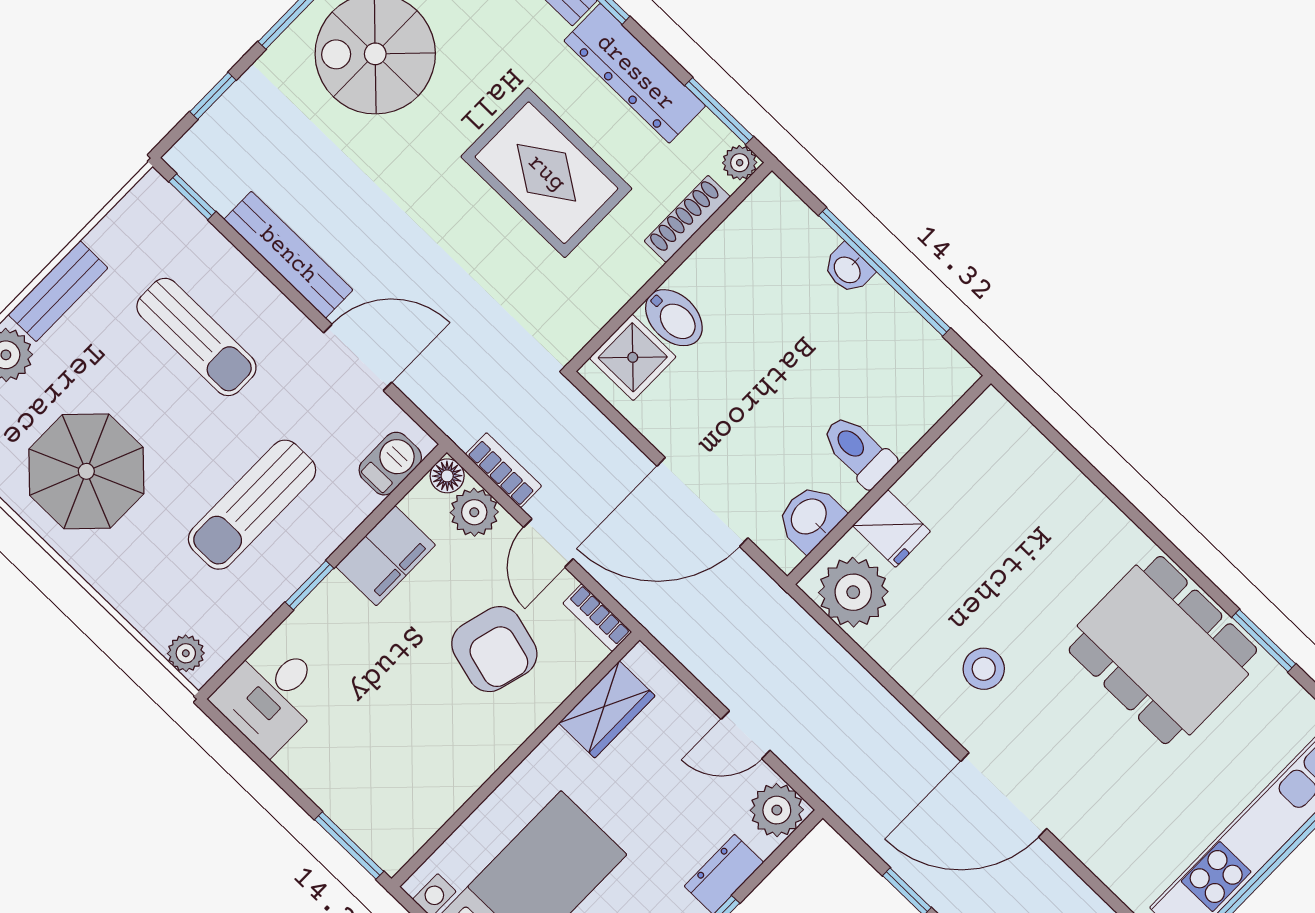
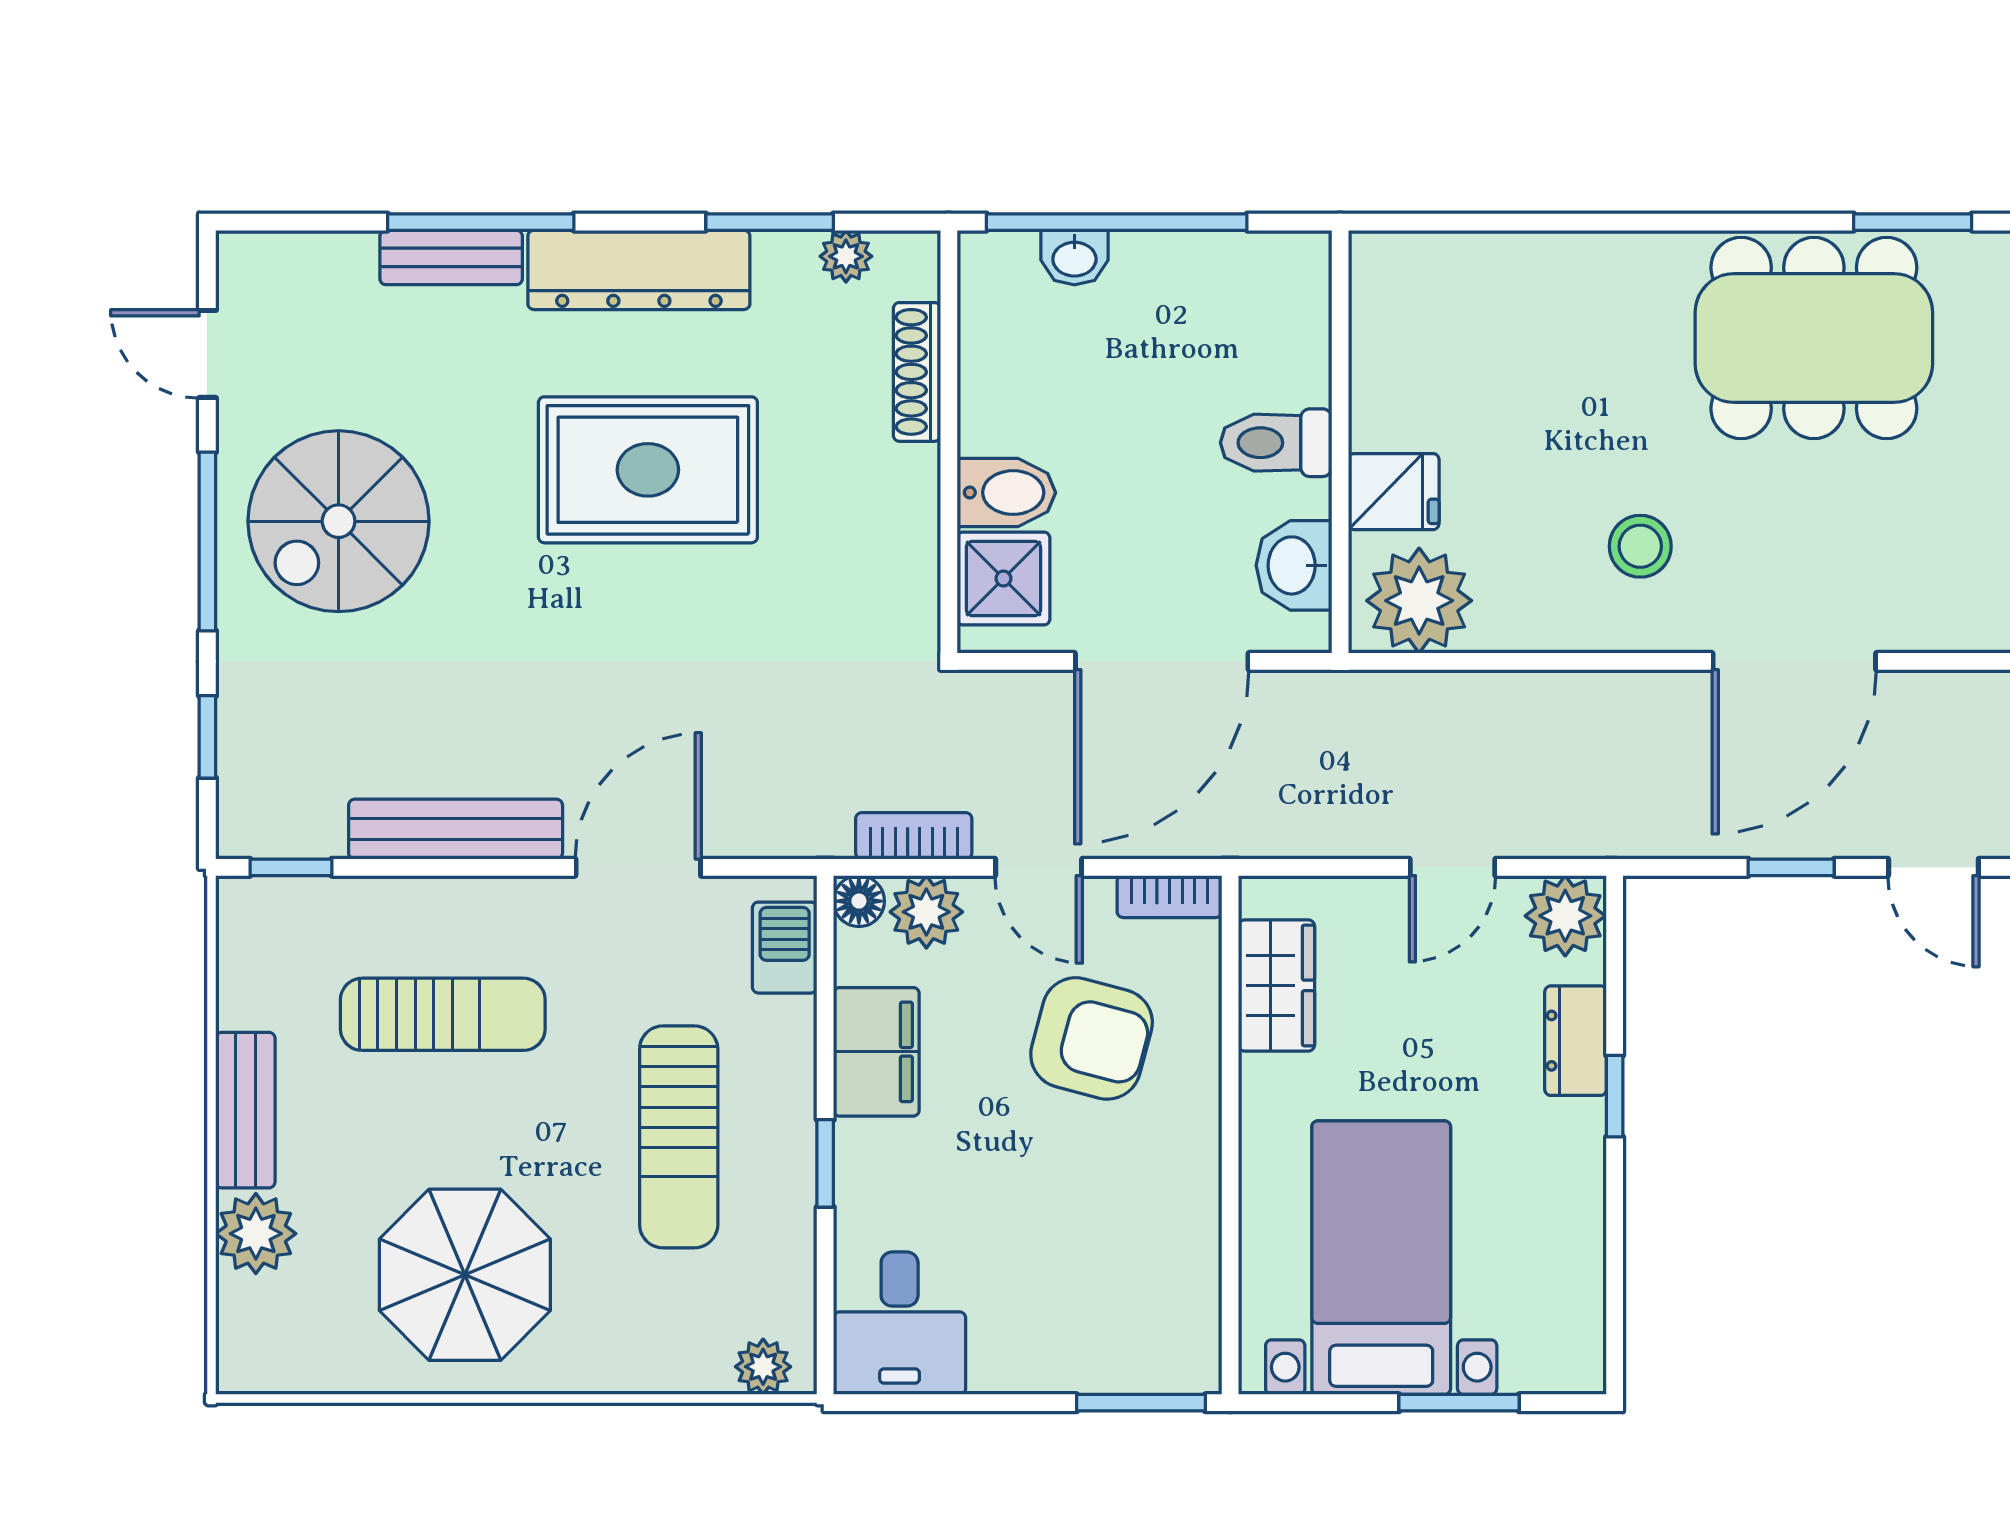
shoe rack: (687, 219) -> (917, 372), moved
wall: (670, 267) -> (949, 442), moved
bidet: (674, 318) -> (1006, 493), moved
shower: (633, 357) -> (1003, 579), moved

